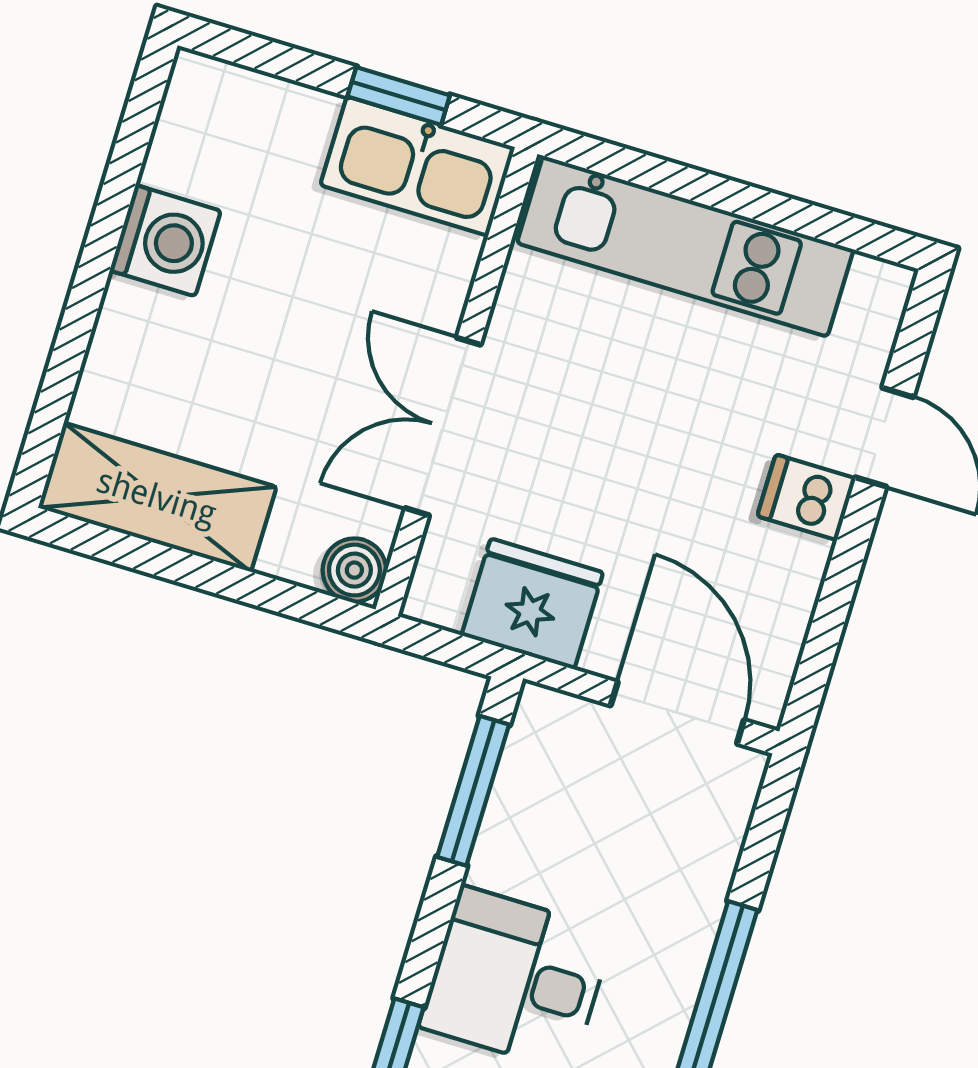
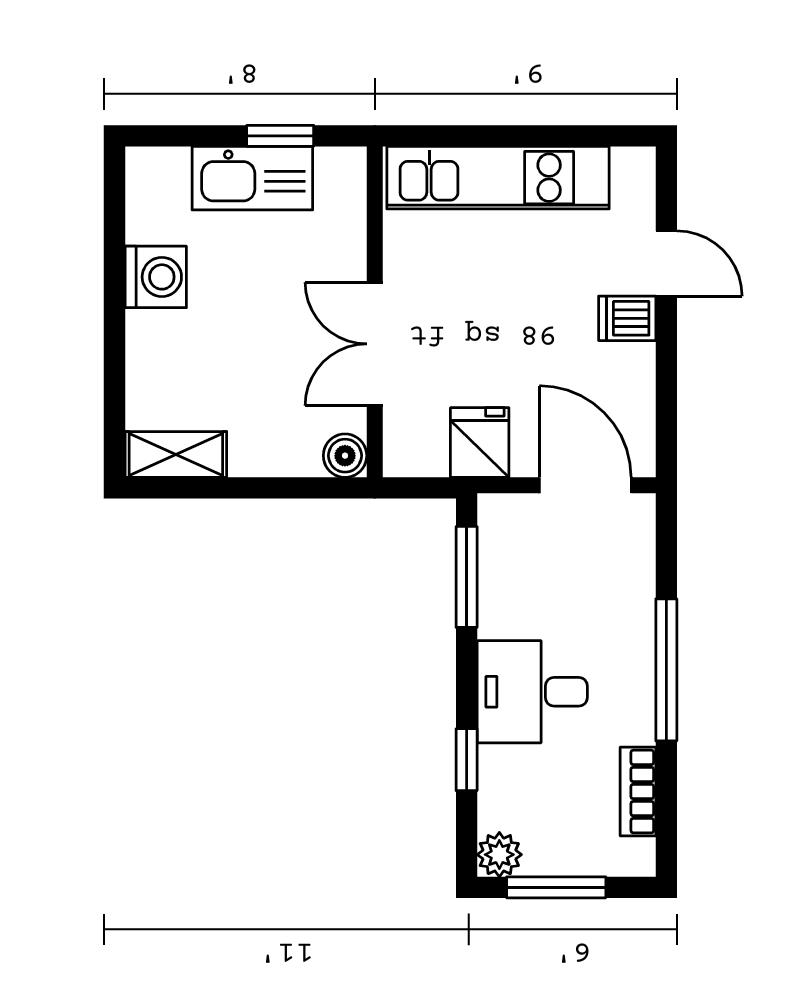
kitchen sink: (418, 166) -> (252, 178), moved
shelving: (157, 497) -> (176, 454), width x0.67, depth x0.75
fridge: (532, 604) -> (480, 443), width x0.72

